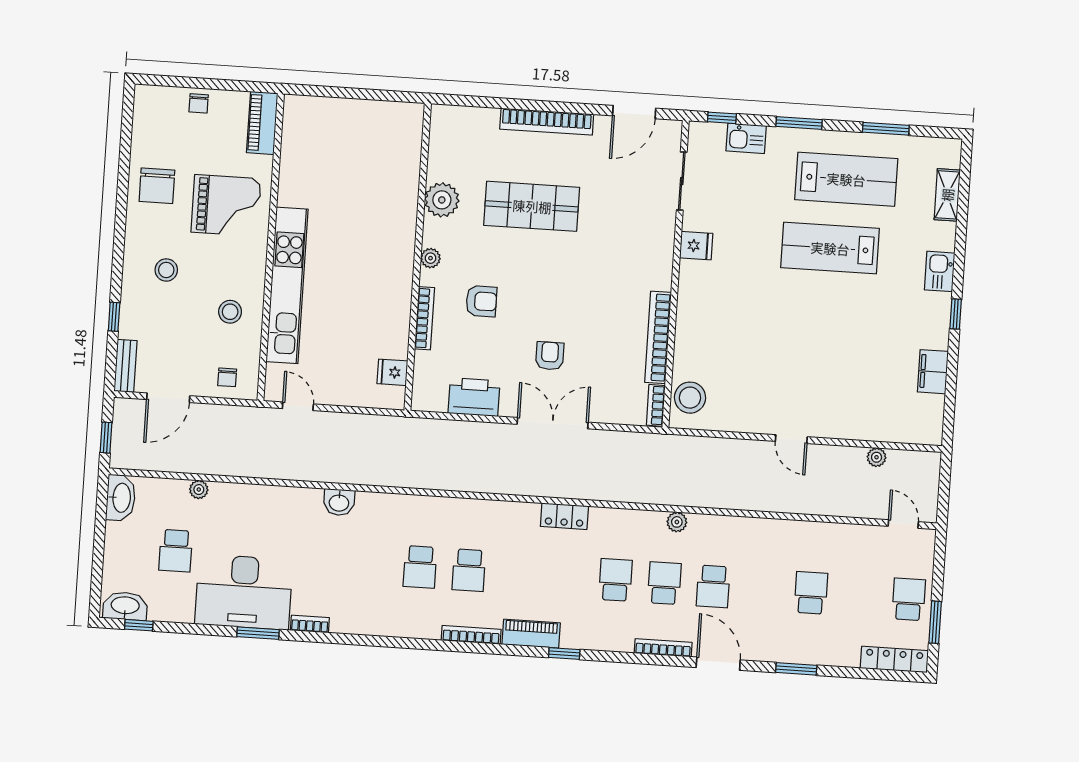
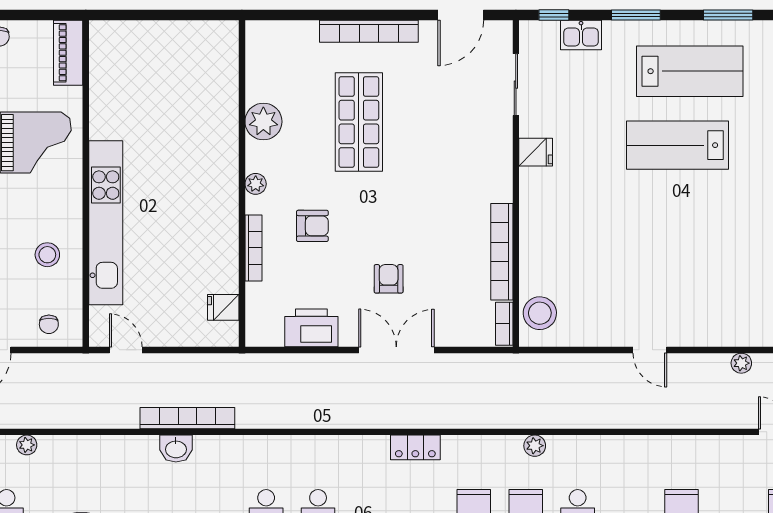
shop shelf: (532, 206) -> (359, 122), turned 90
bookcase: (352, 474) -> (187, 418), added

